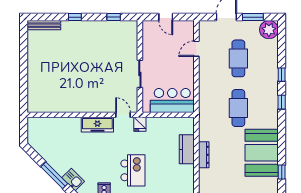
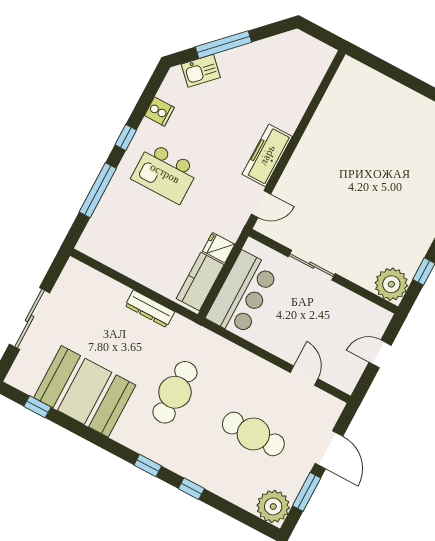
plant: (128, 30) -> (391, 284), added
cafe table: (238, 108) -> (175, 392), turned 90
fridge: (140, 124) -> (219, 248), moved
kitchen counter: (187, 149) -> (200, 282), moved, turned -90
dresser: (204, 155) -> (150, 309), moved

